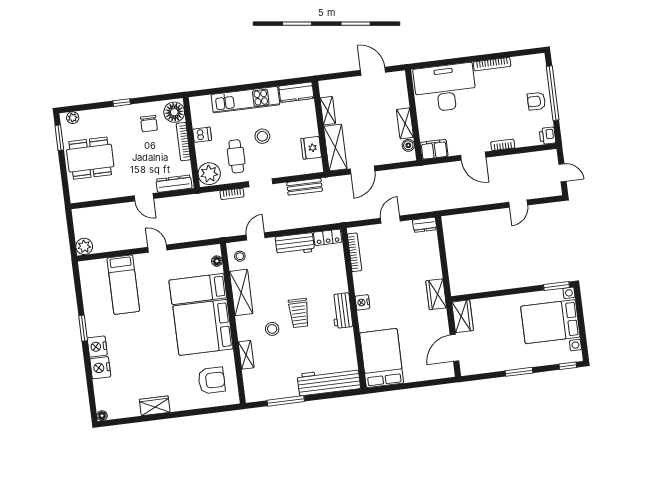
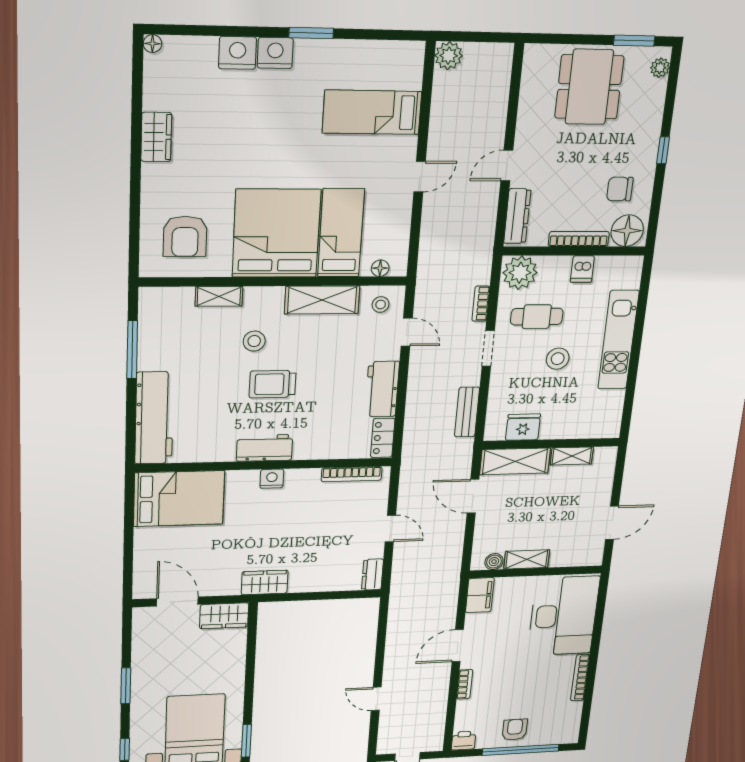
kitchen counter: (296, 92) -> (610, 414), removed

